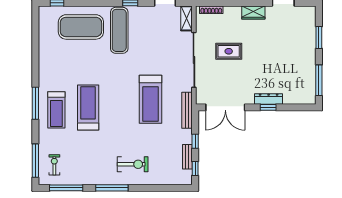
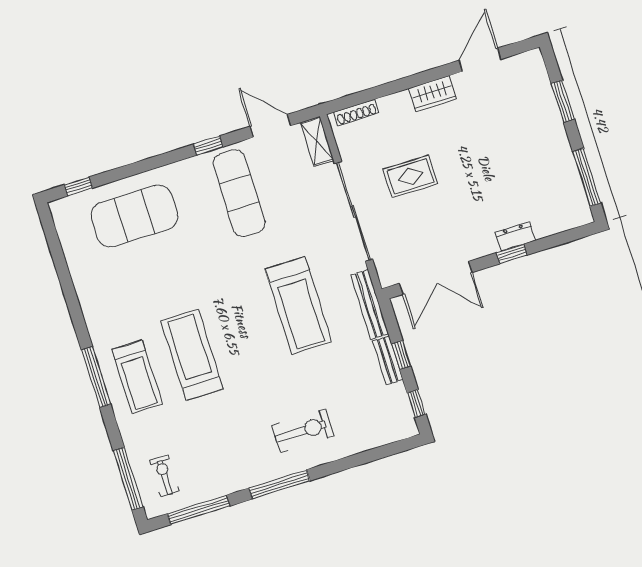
exercise mat: (119, 30) -> (239, 193), moved
dresser: (269, 99) -> (515, 236), width x0.70
bench: (187, 157) -> (388, 360), moved

